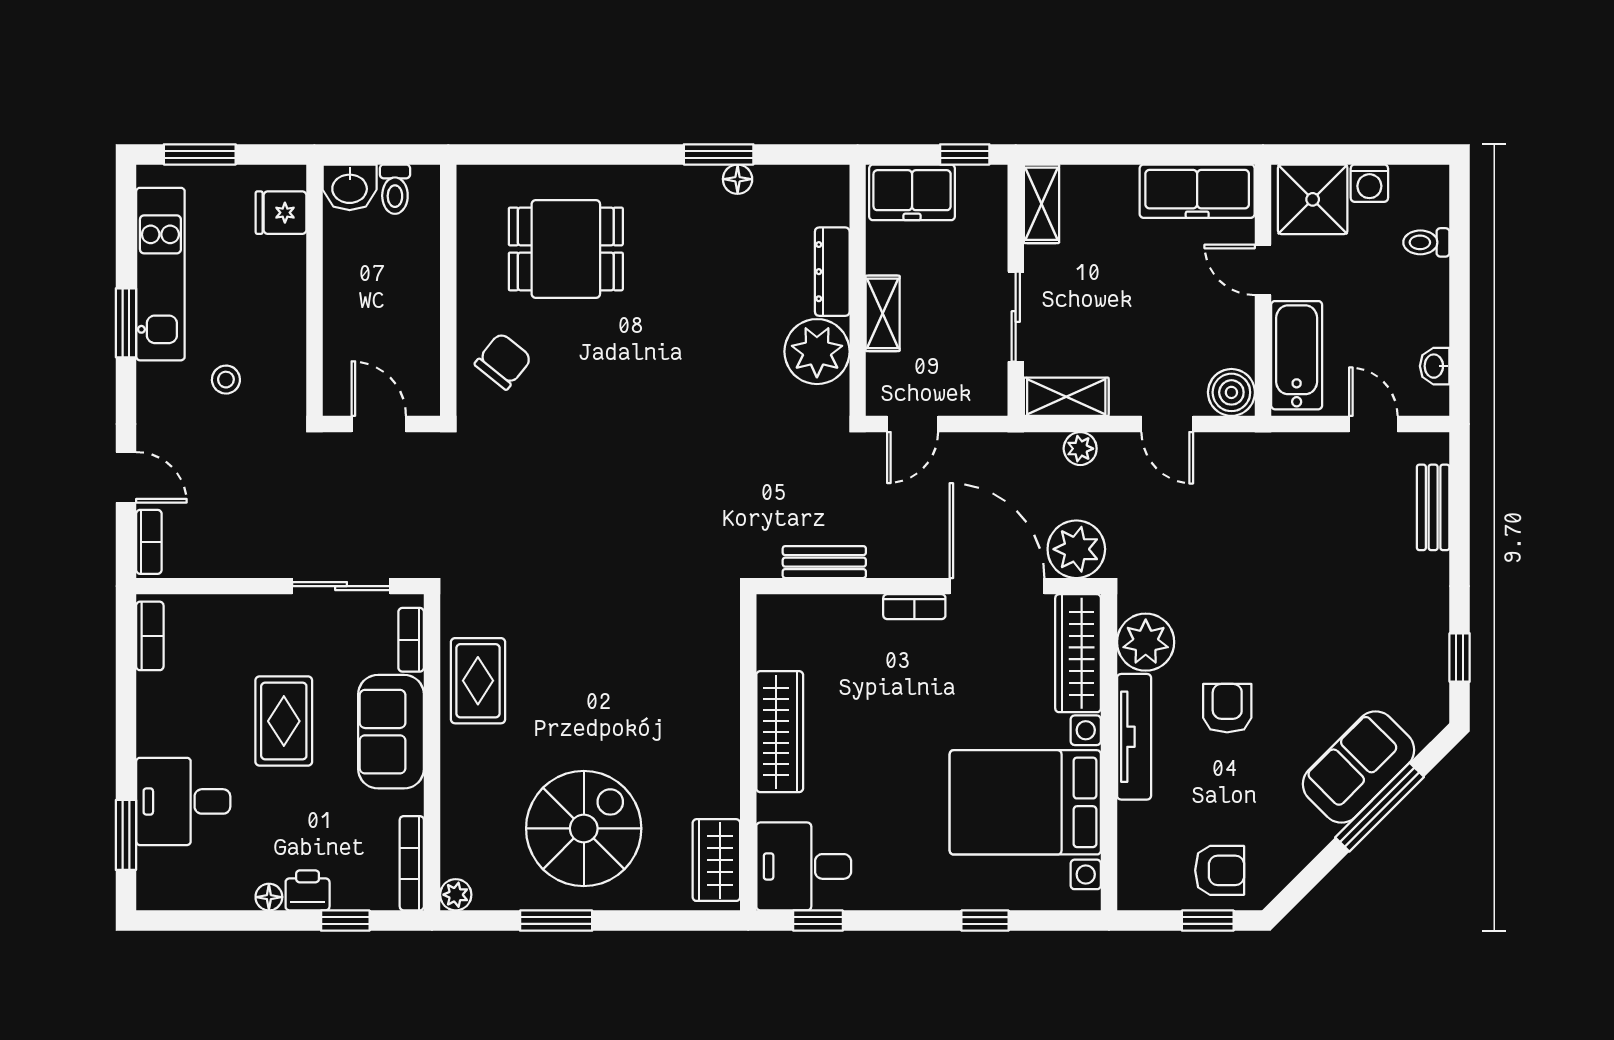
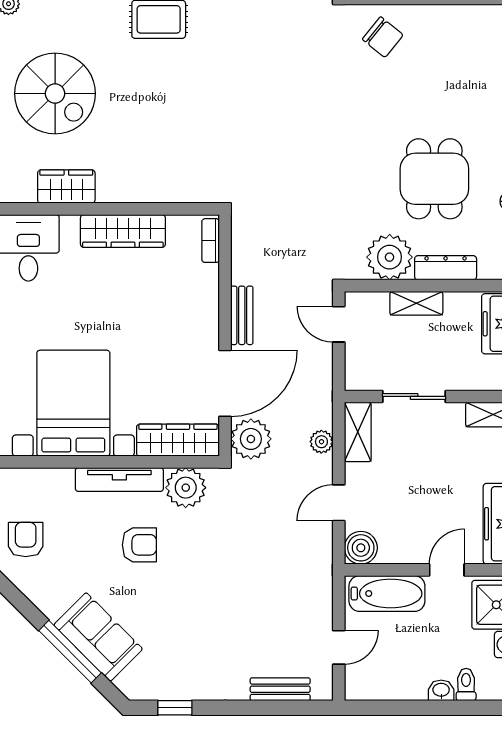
dining table: (566, 249) -> (434, 179), moved
washbasin: (1435, 366) -> (441, 690), moved
bench: (824, 562) -> (242, 315), moved
bookcase: (914, 607) -> (211, 241), moved
wardrobe: (716, 860) -> (66, 187), moved
armchair: (1220, 870) -> (26, 540), turned 180

